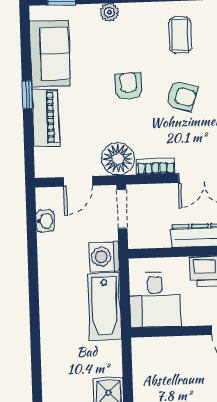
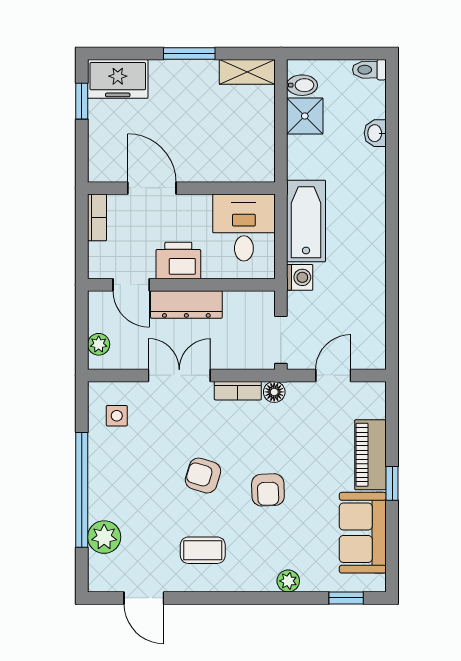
coffee table: (180, 35) -> (203, 550), turned 90
floor lamp: (118, 159) -> (274, 392), width x0.53, depth x0.53
washbasin: (45, 221) -> (375, 133), moved
washing machine: (104, 257) -> (300, 277), width x0.73, depth x0.73

